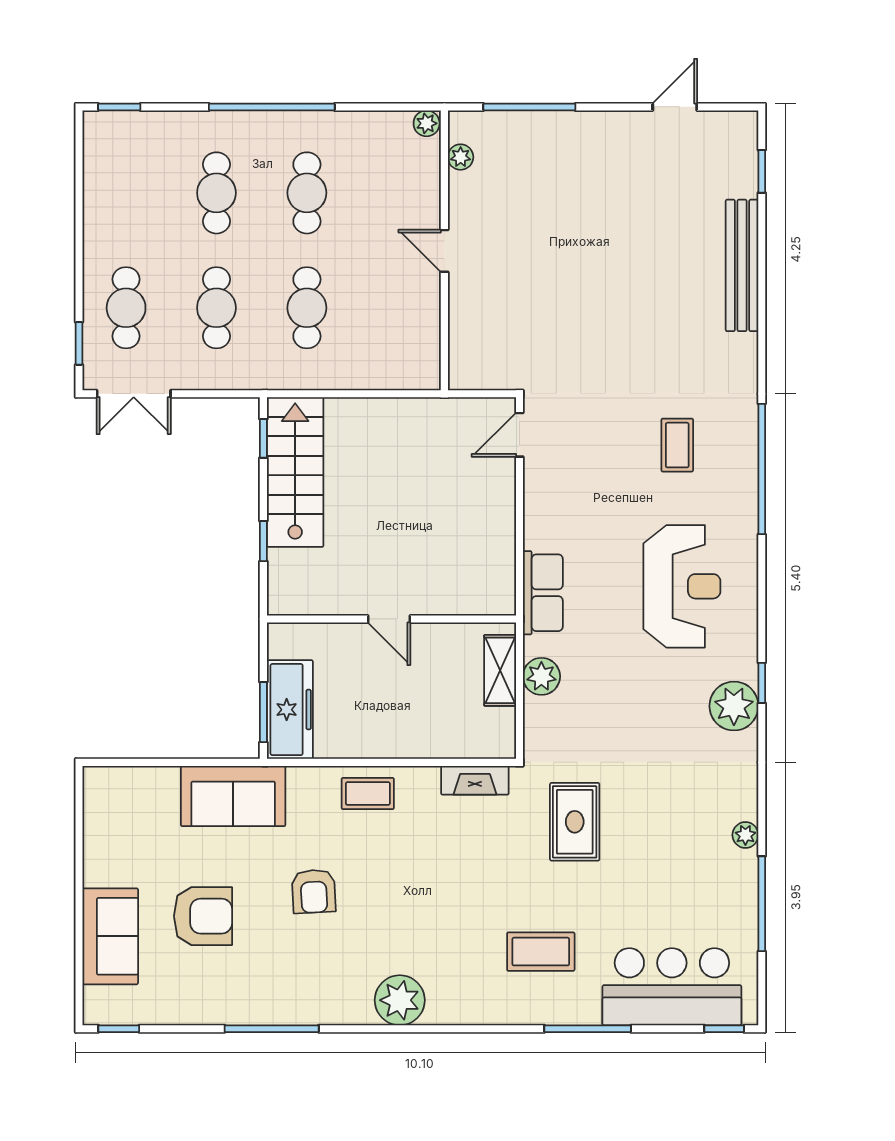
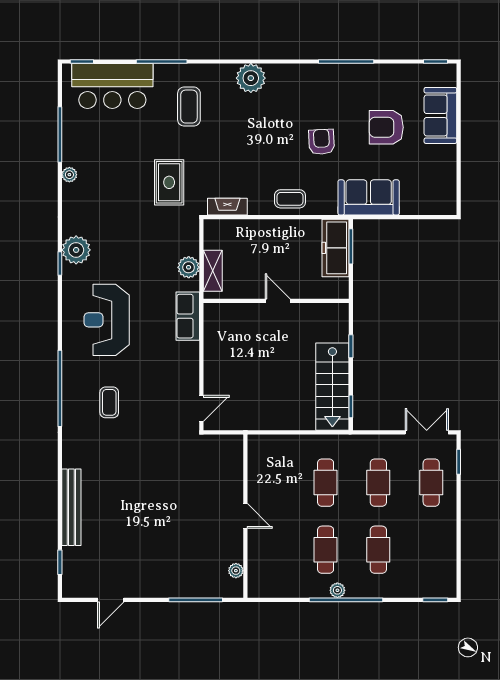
plant: (427, 123) -> (337, 590), moved
coffee table: (541, 952) -> (189, 107), turned 90
plant: (400, 1000) -> (251, 78), moved

